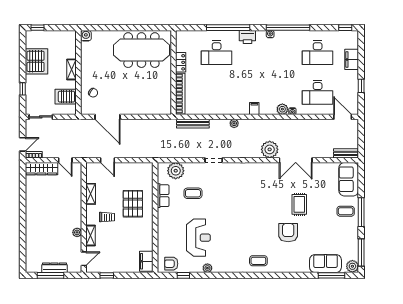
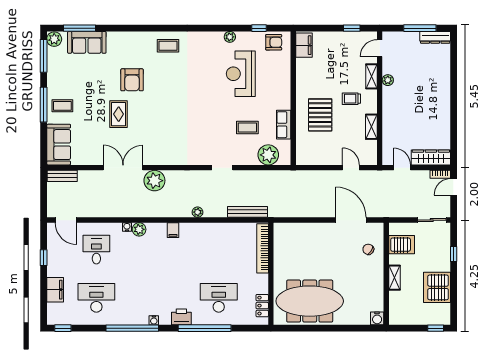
locker: (181, 62) -> (262, 306), moved
desk: (318, 92) -> (96, 250), width x0.73
dresser: (54, 268) -> (435, 37), moved

